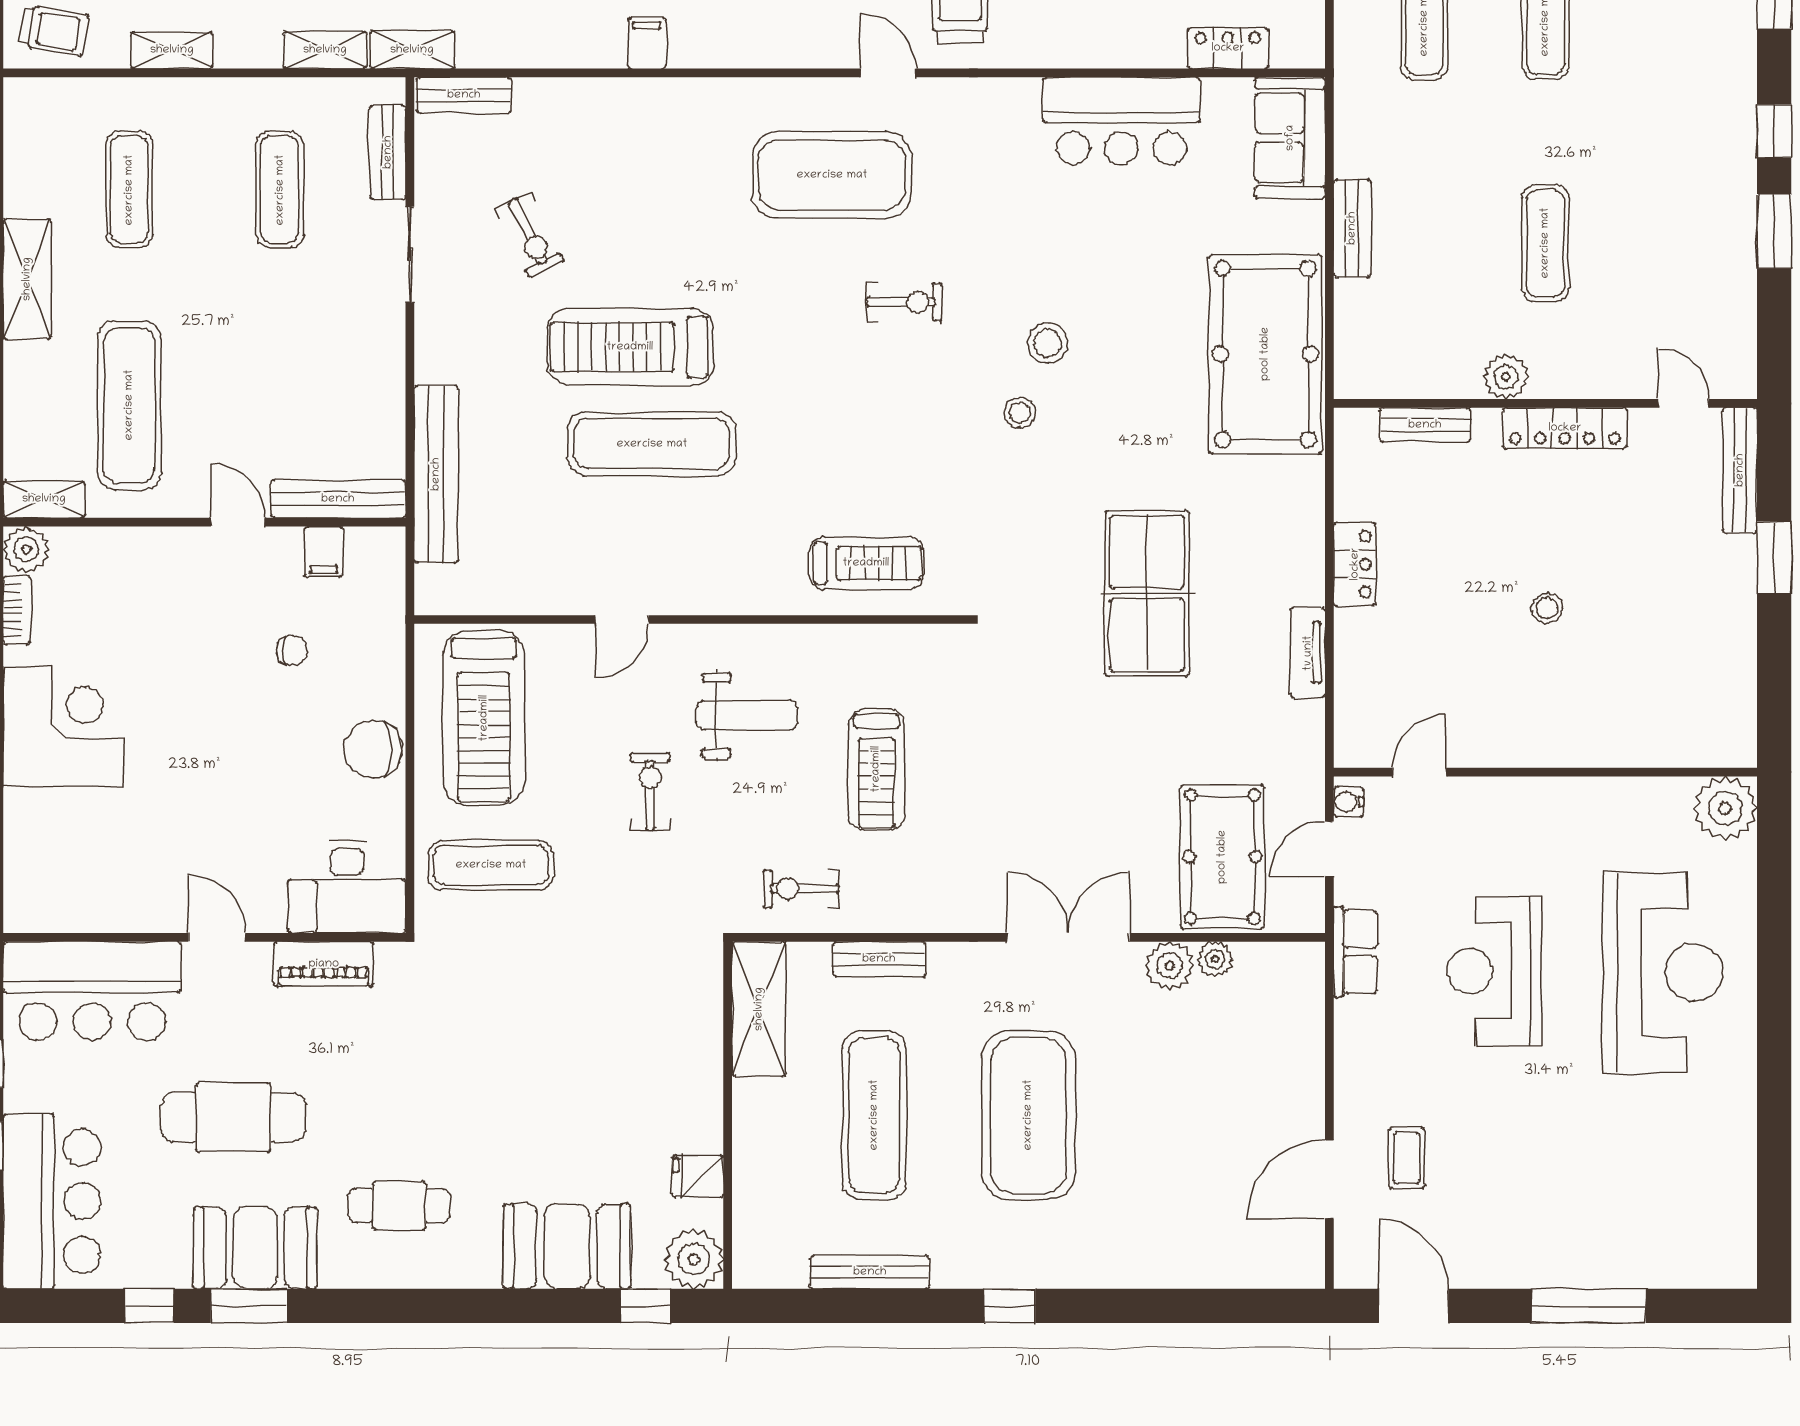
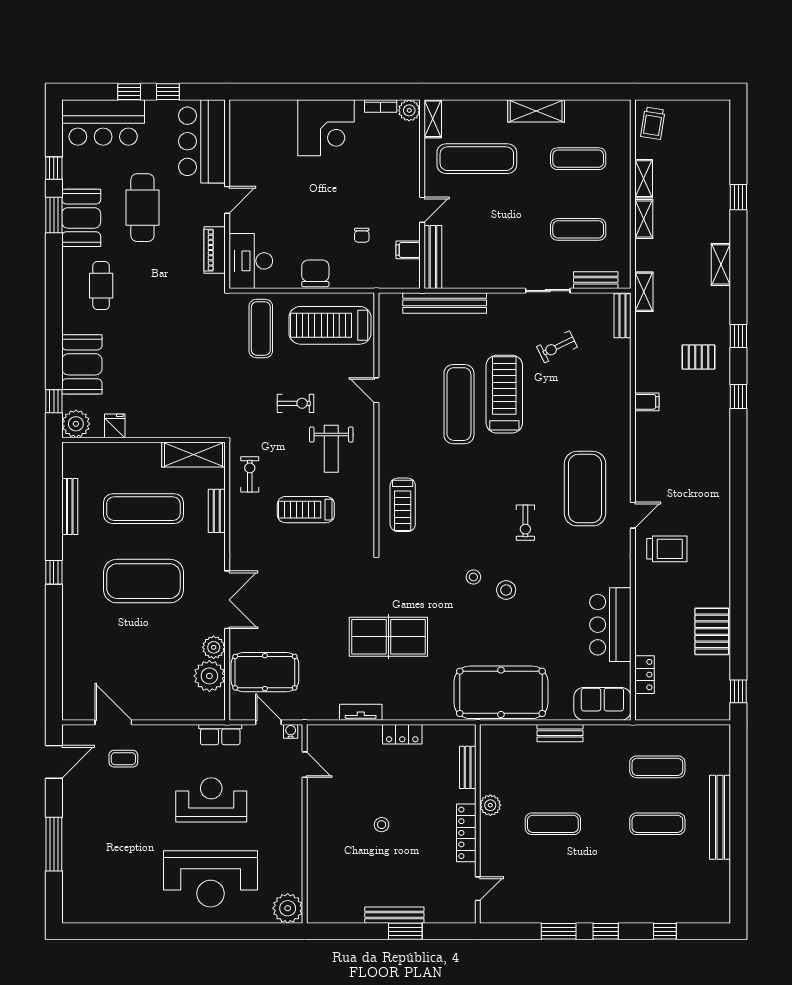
shelving: (325, 50) -> (644, 219), moved
bench: (1740, 470) -> (394, 915), moved
plant: (1215, 959) -> (209, 676), width x1.87, depth x1.87

